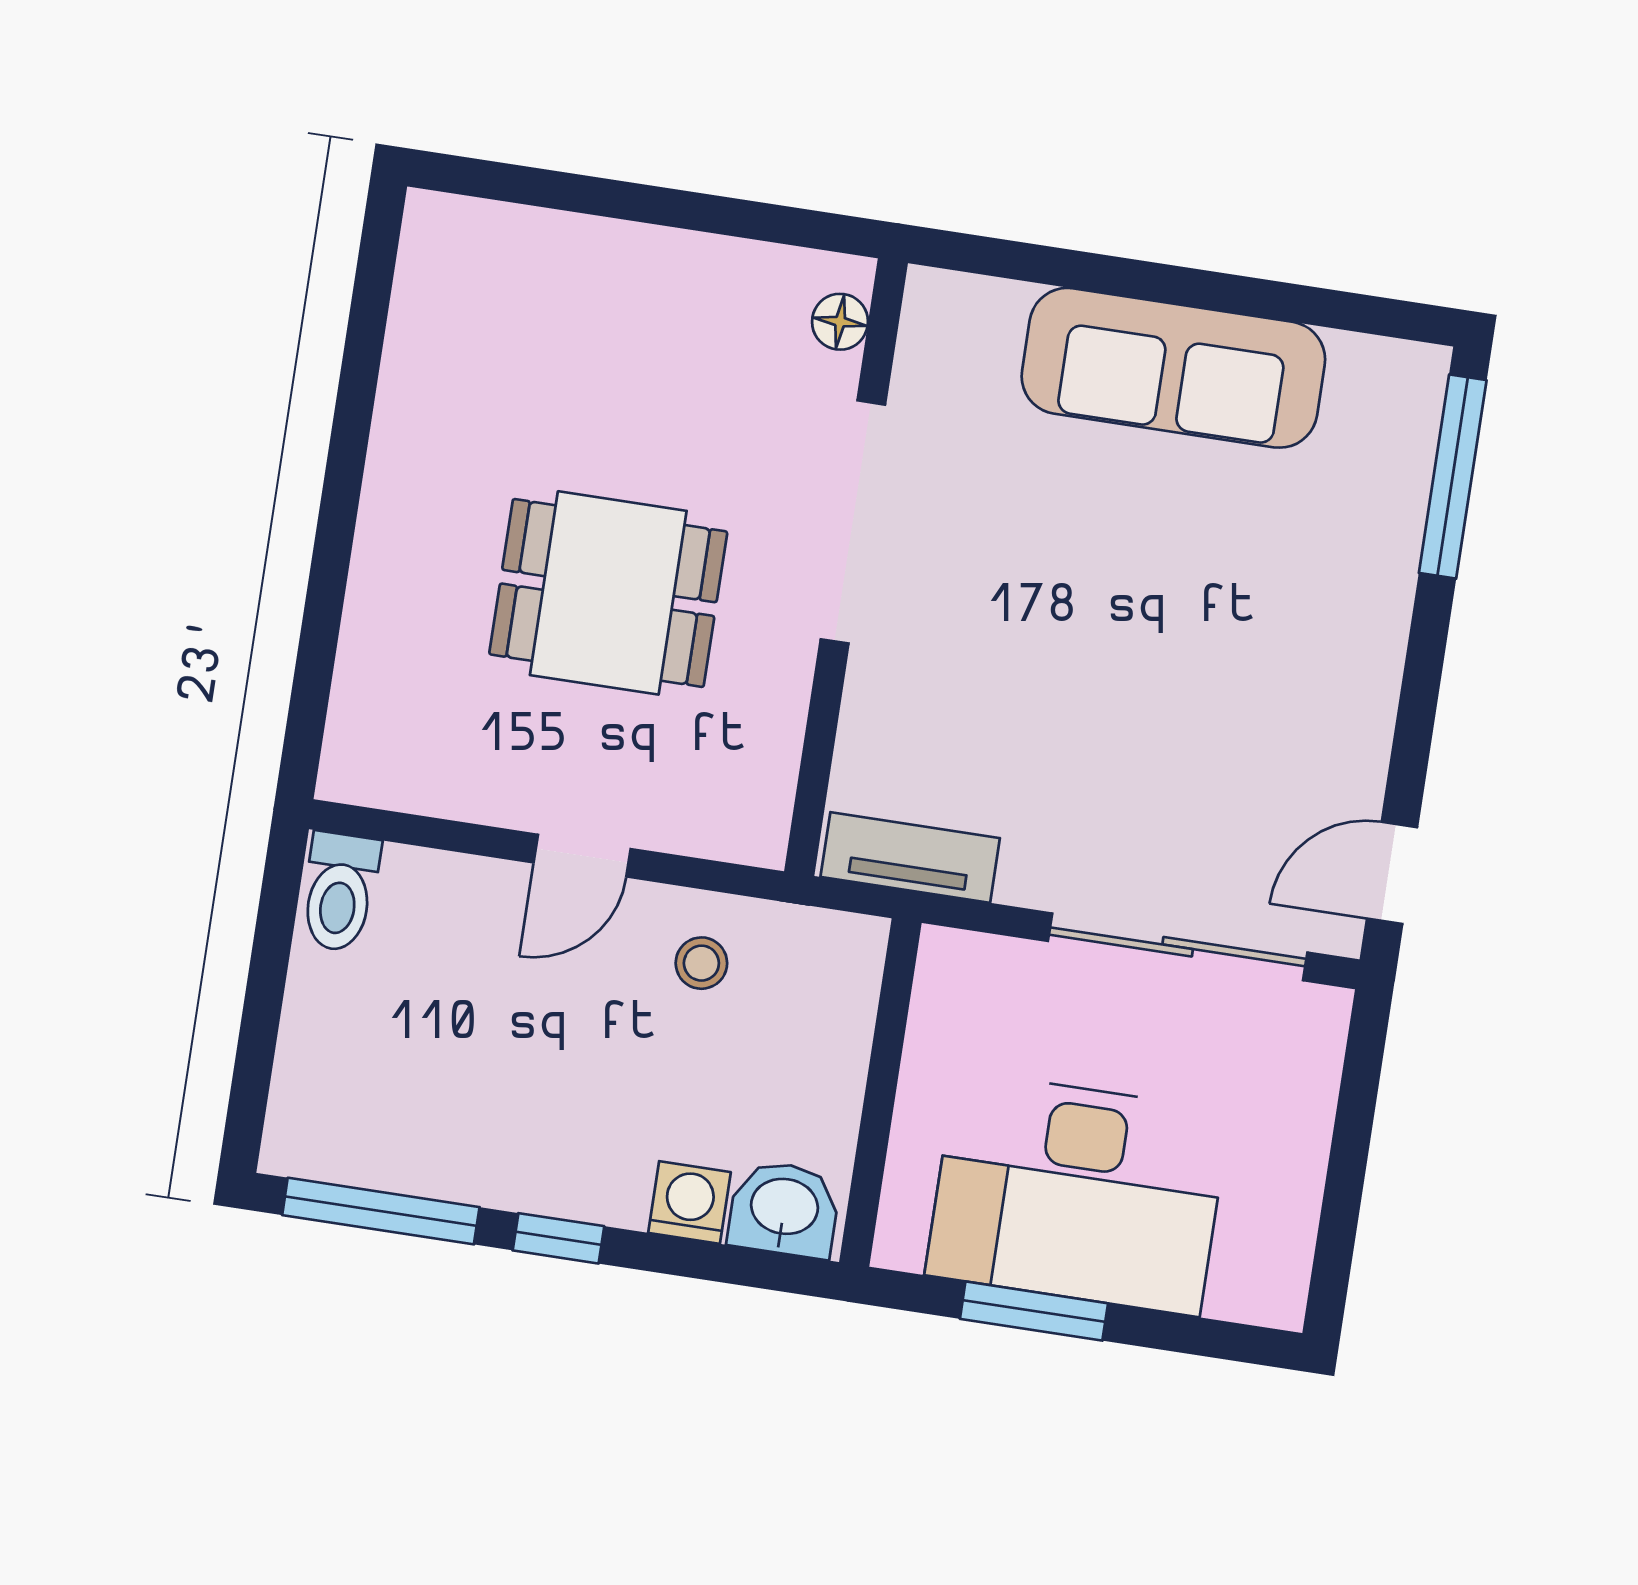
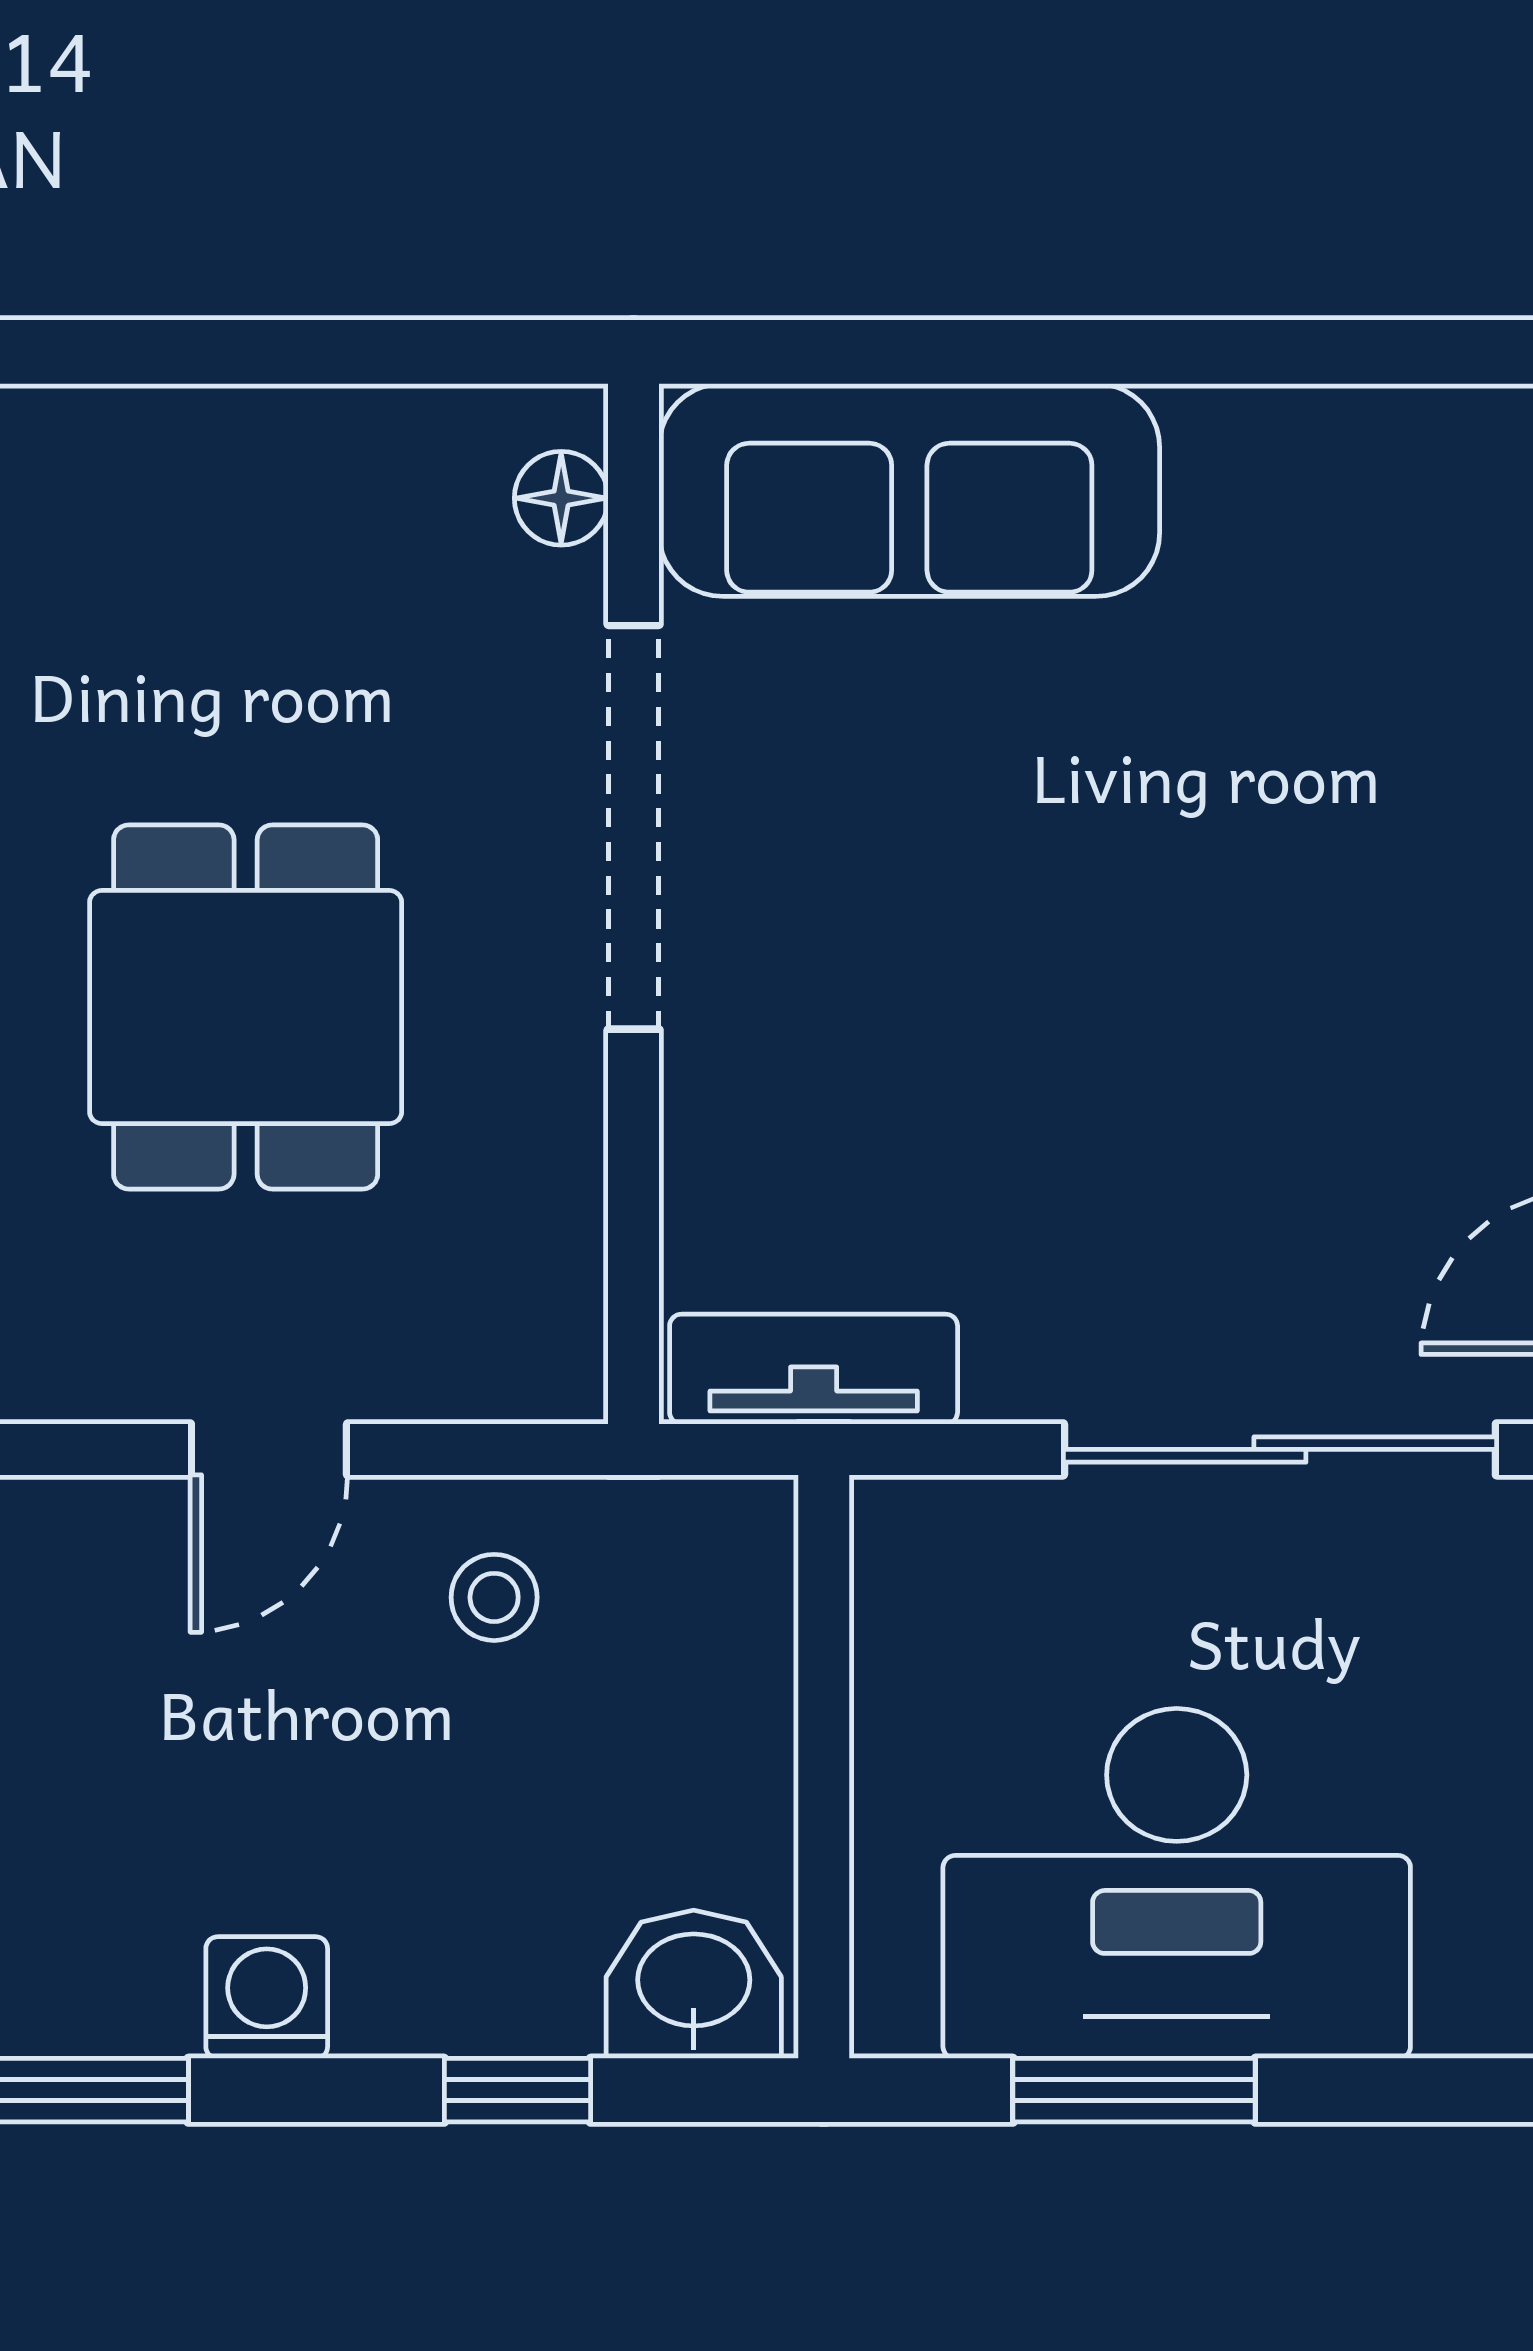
sofa: (1173, 368) -> (909, 490), moved
dining table: (608, 593) -> (246, 1007), turned 90
washing machine: (689, 1202) -> (267, 1998), moved
window: (558, 1238) -> (517, 2090), moved

